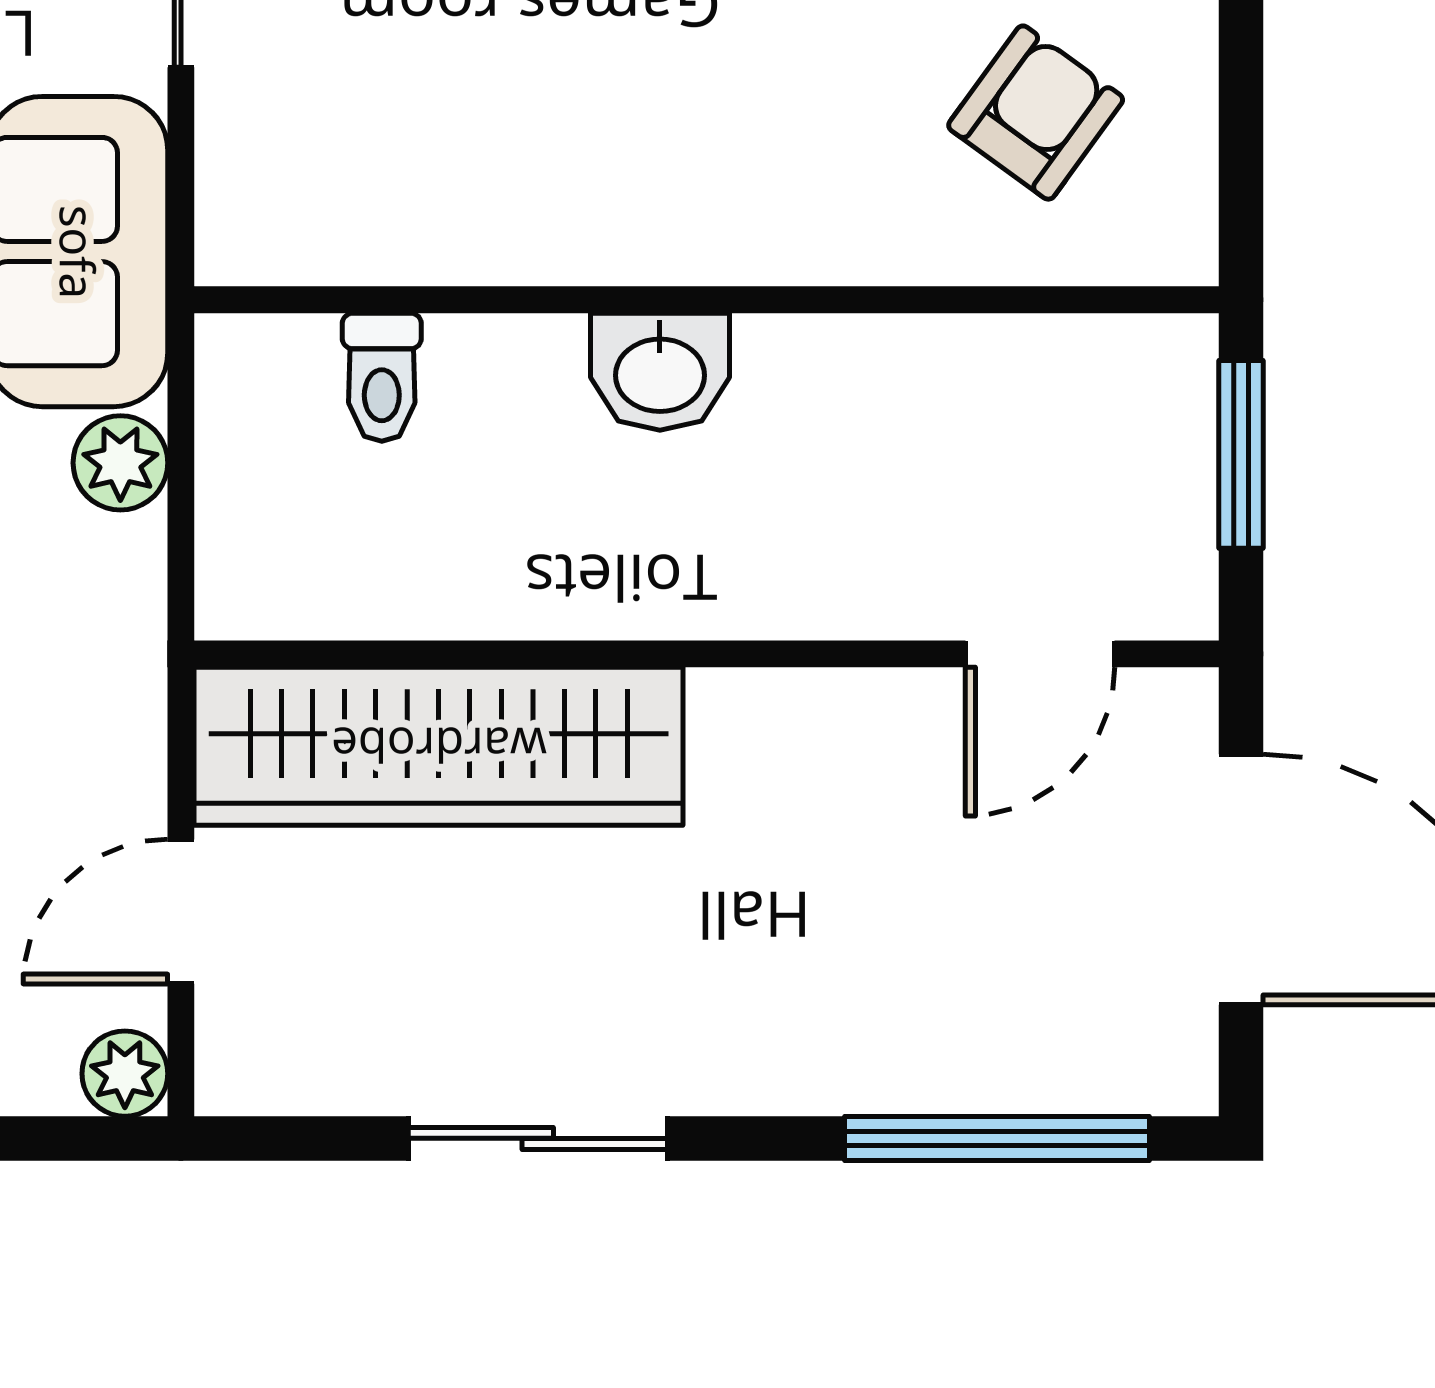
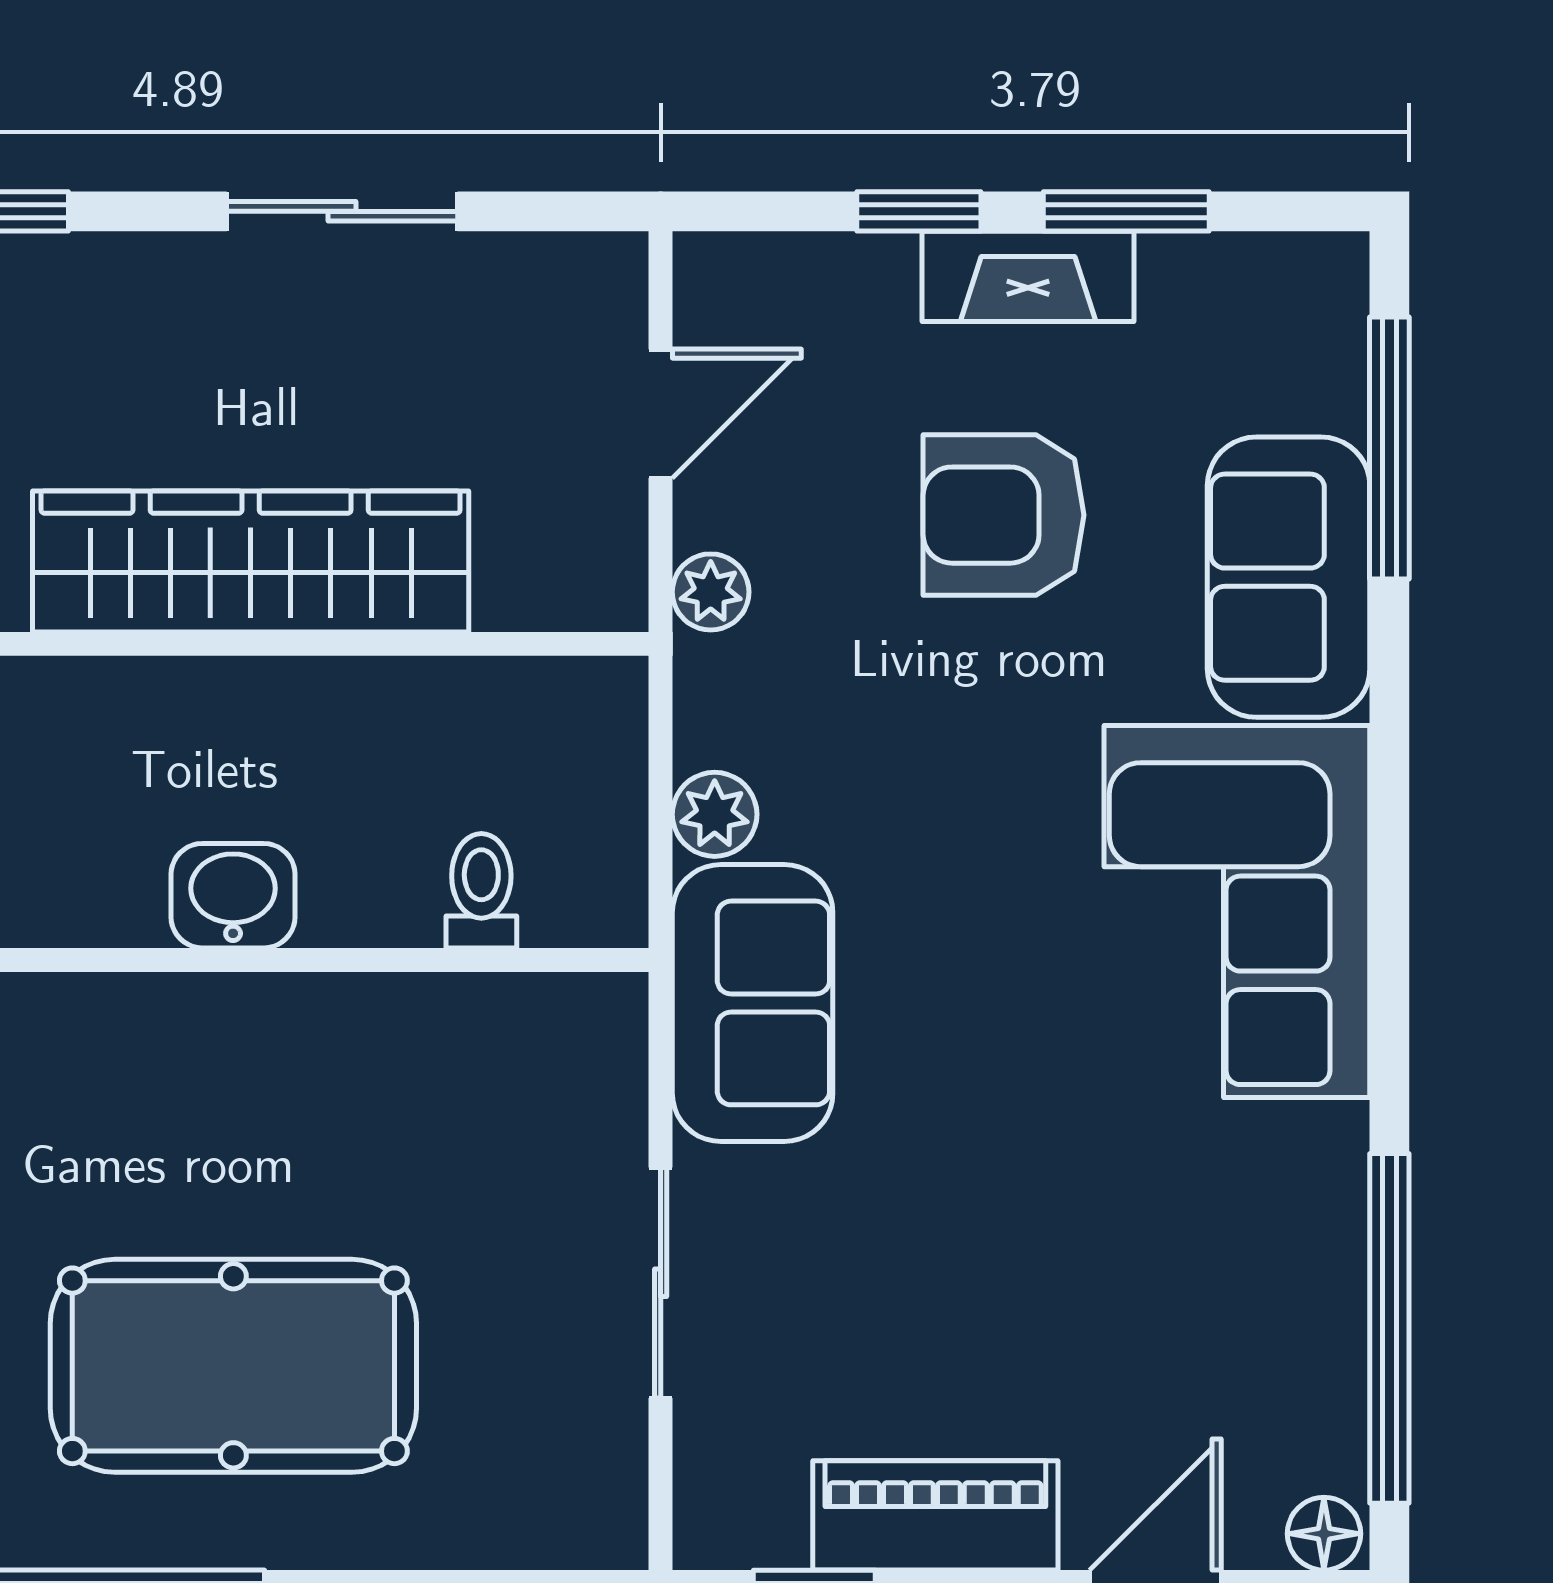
wardrobe: (439, 746) -> (251, 561), moved
plant: (125, 1074) -> (711, 592), moved

